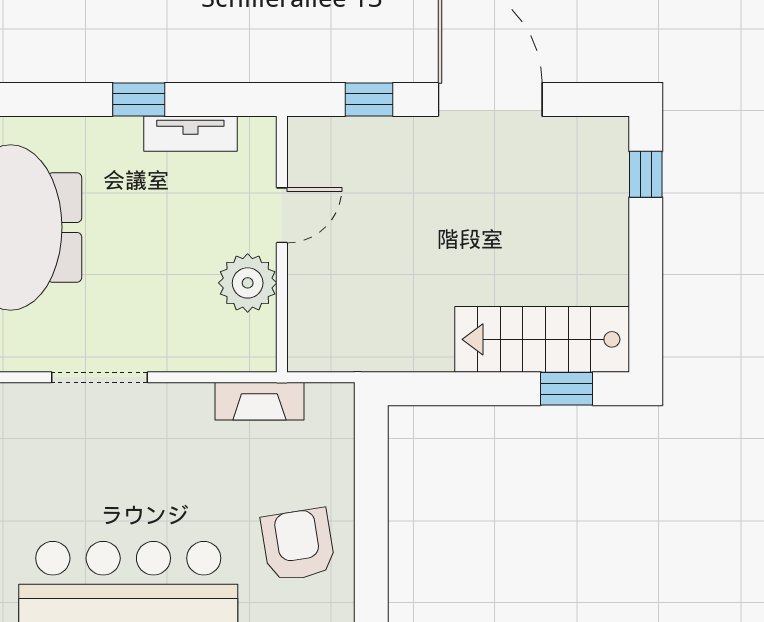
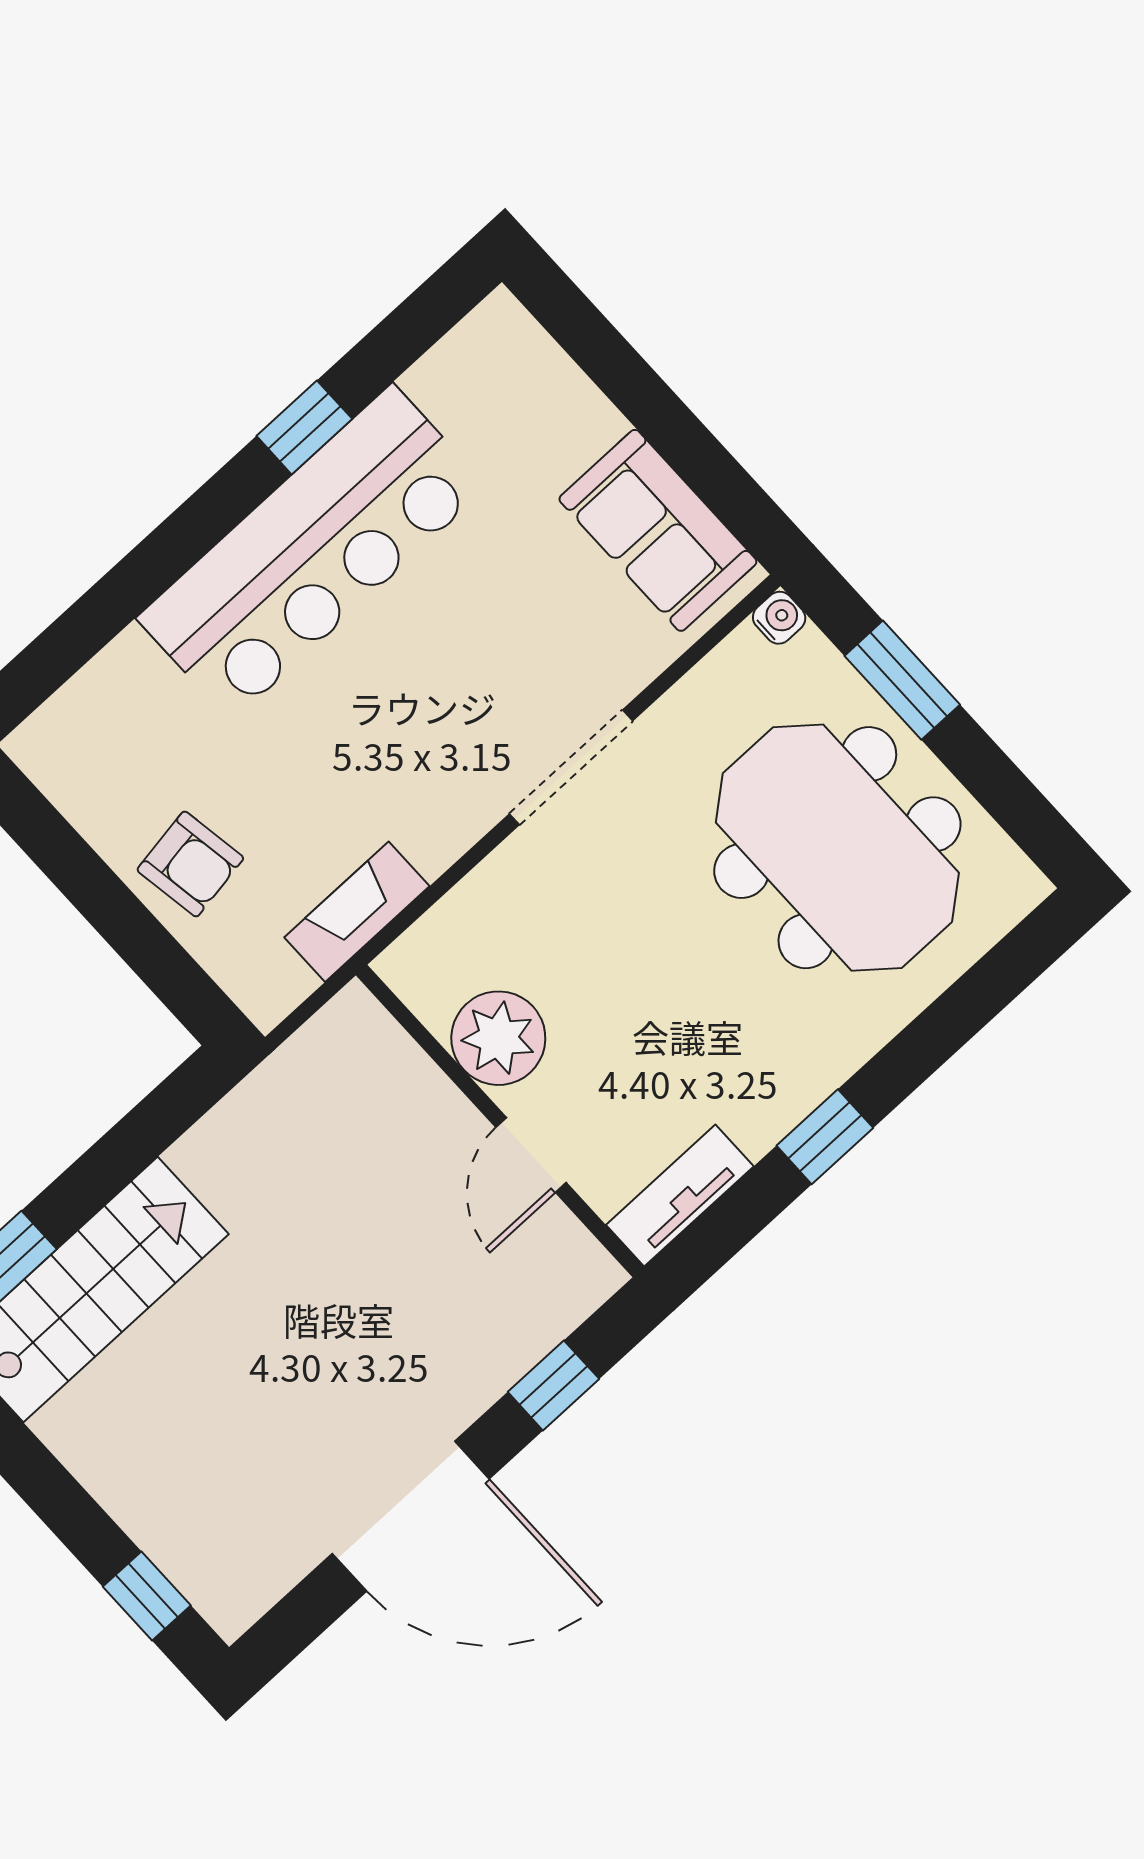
tv unit: (190, 134) -> (680, 1196), moved
armchair: (298, 545) -> (190, 864), moved, width x0.72, depth x0.72

